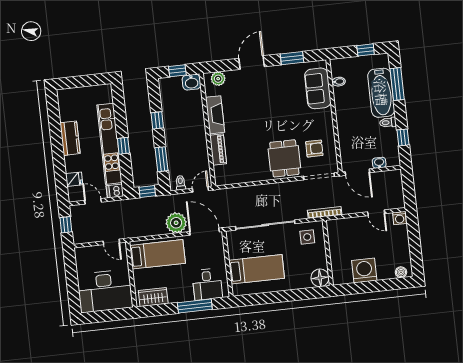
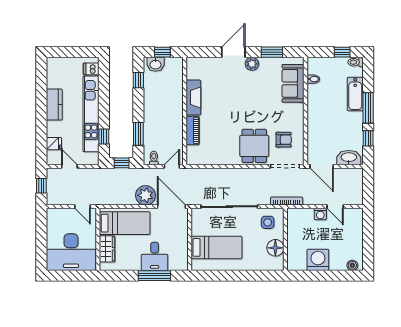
plant: (218, 79) -> (252, 64), moved
washbasin: (192, 82) -> (156, 64), moved
window: (397, 84) -> (368, 108), moved
bathtub: (381, 93) -> (355, 94), width x0.73, depth x0.73
window: (157, 120) -> (138, 80), moved
toilet: (388, 122) -> (356, 62), moved
window: (123, 146) -> (104, 137), moved
washbasin: (379, 163) -> (349, 158), width x1.91, depth x1.45
dishwasher: (115, 191) -> (91, 69), moved
washing machine: (400, 218) -> (320, 214), moved
floor lamp: (320, 278) -> (275, 248), moved
desk: (207, 284) -> (155, 256), moved
wardrobe: (153, 297) -> (107, 249), moved, turned 90

